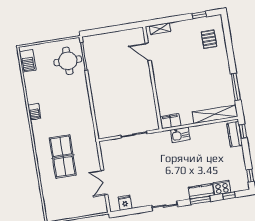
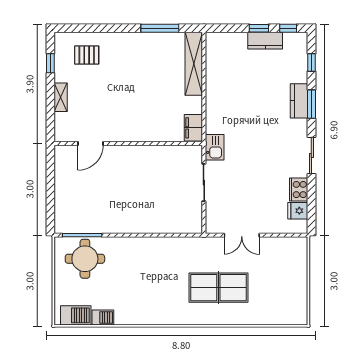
shelving: (160, 29) -> (61, 97), moved
barbecue: (34, 112) -> (103, 318), moved
window: (243, 131) -> (259, 28), moved
kitchen counter: (235, 134) -> (265, 41), moved
kitchen sink: (180, 135) -> (215, 147), moved
double door: (104, 182) -> (242, 235), moved
cooker: (222, 188) -> (299, 190), moved

